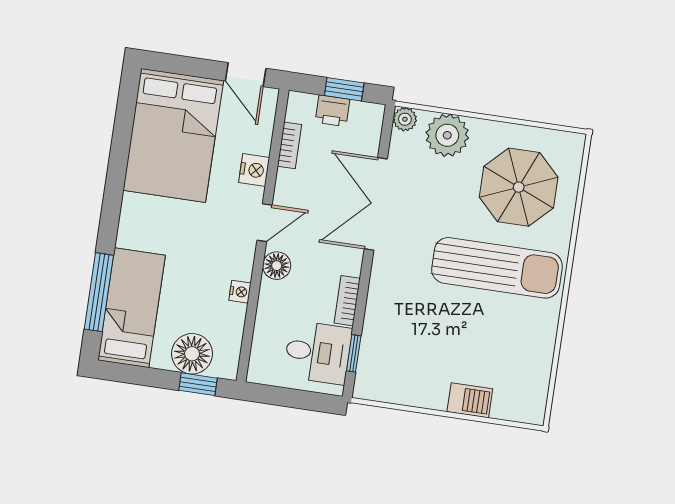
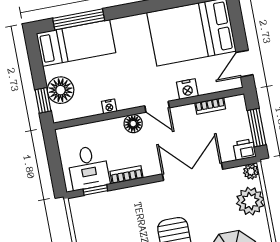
window: (344, 89) -> (257, 128), width x1.50
printer: (333, 111) -> (244, 149), moved, turned 90

